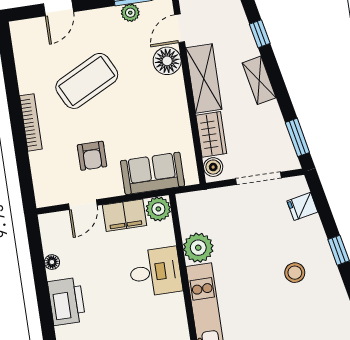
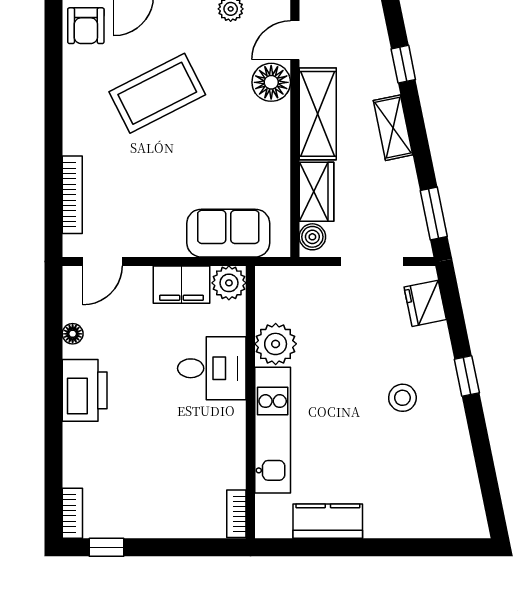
bookcase: (31, 122) -> (72, 195), moved
armchair: (92, 156) -> (86, 26), moved
door: (83, 205) -> (103, 261), moved
fridge: (302, 206) -> (425, 303), width x1.38

